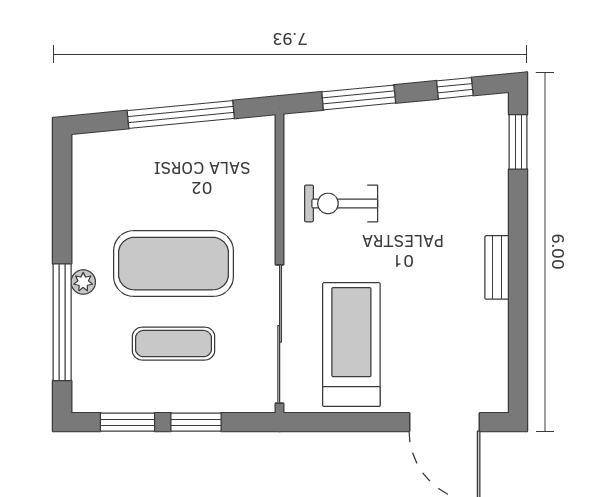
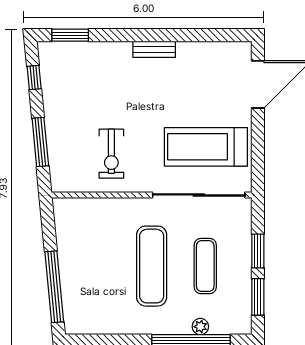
window: (181, 114) -> (54, 287), moved
exercise mat: (173, 264) -> (152, 266), width x0.68
plant: (83, 282) -> (200, 327), moved

